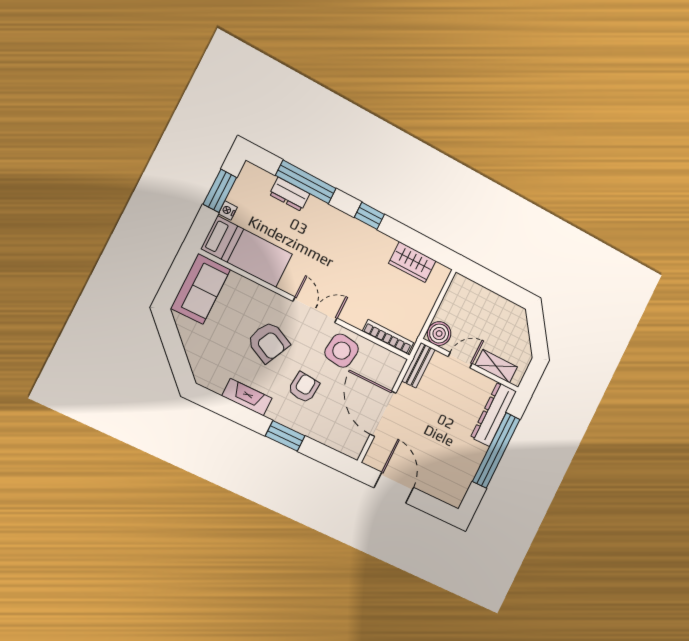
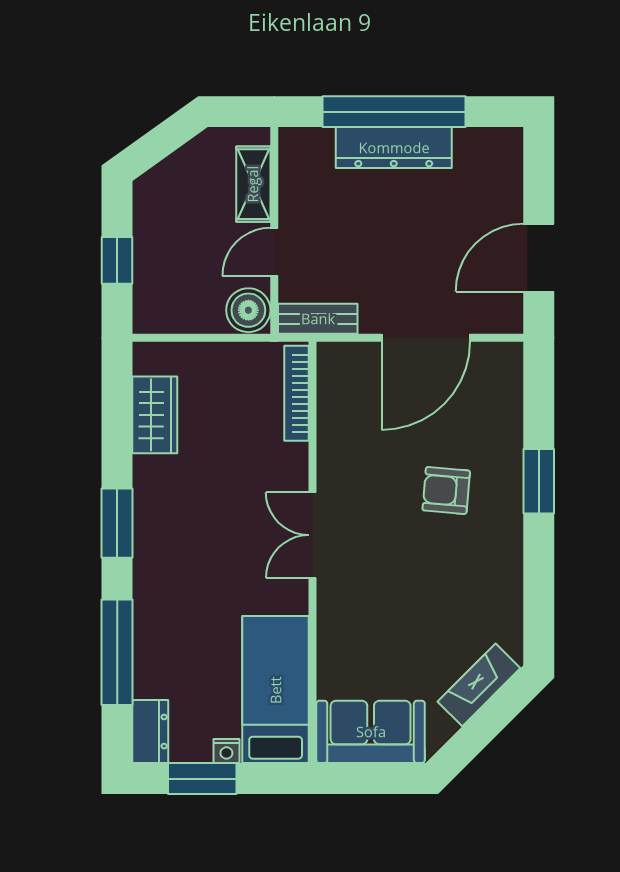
dresser: (290, 194) -> (150, 732), moved
window: (369, 216) -> (117, 523), width x1.50
window: (494, 282) -> (117, 260), added
armchair: (268, 342) -> (401, 584), removed
side table: (342, 351) -> (357, 459), removed
door: (460, 360) -> (274, 252), hinge flipped
fireplace: (247, 397) -> (479, 685), moved, turned 45
dresser: (493, 414) -> (394, 148), moved

